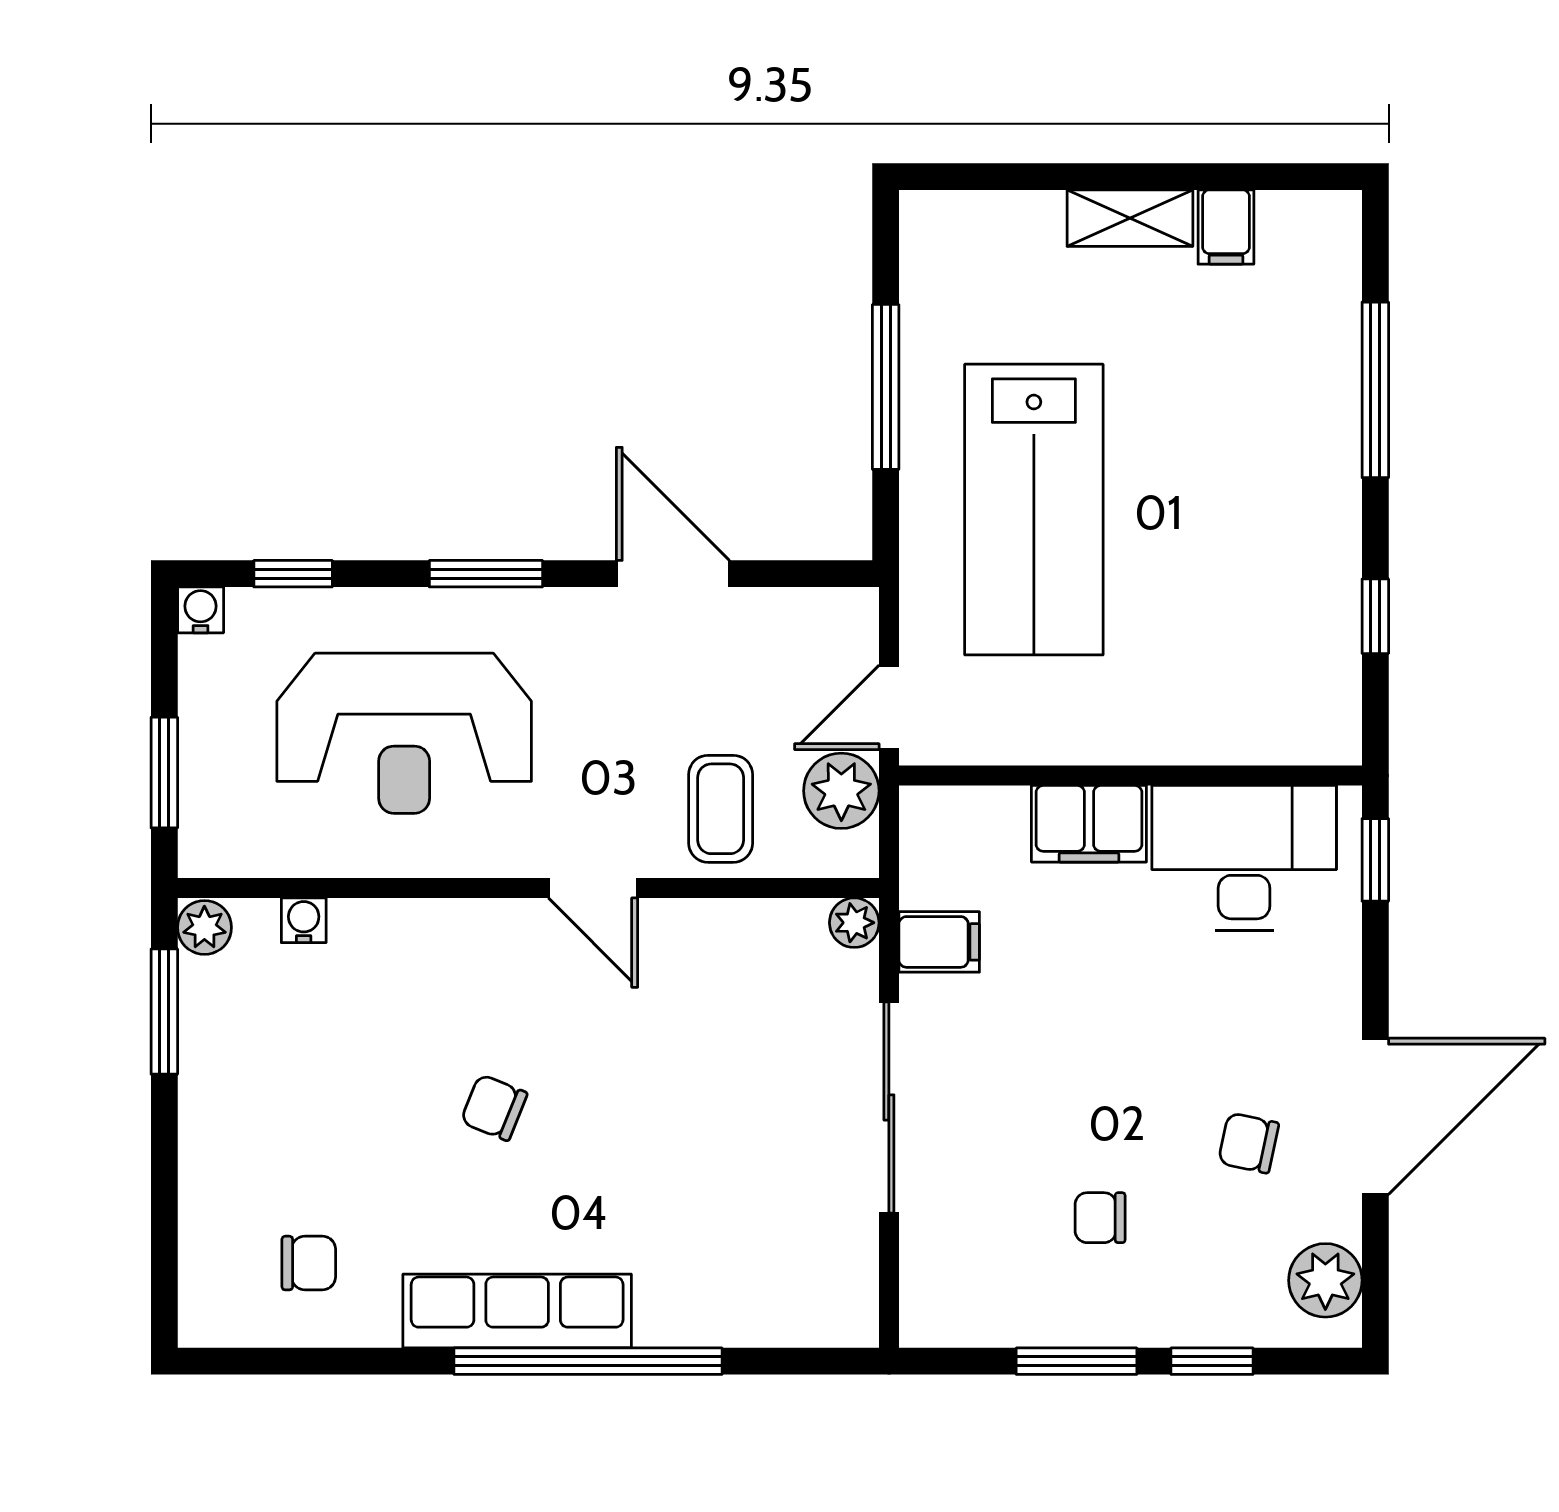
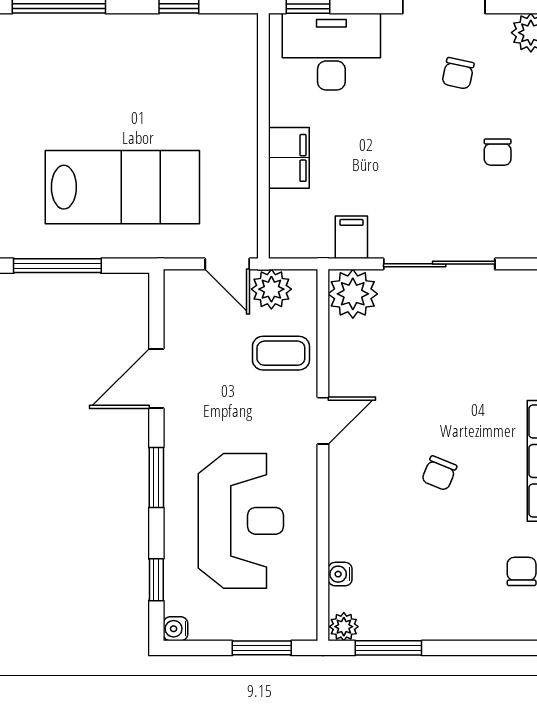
desk: (1244, 858) -> (331, 52), moved, turned 90
plant: (854, 923) -> (353, 294), width x1.88, depth x1.88

